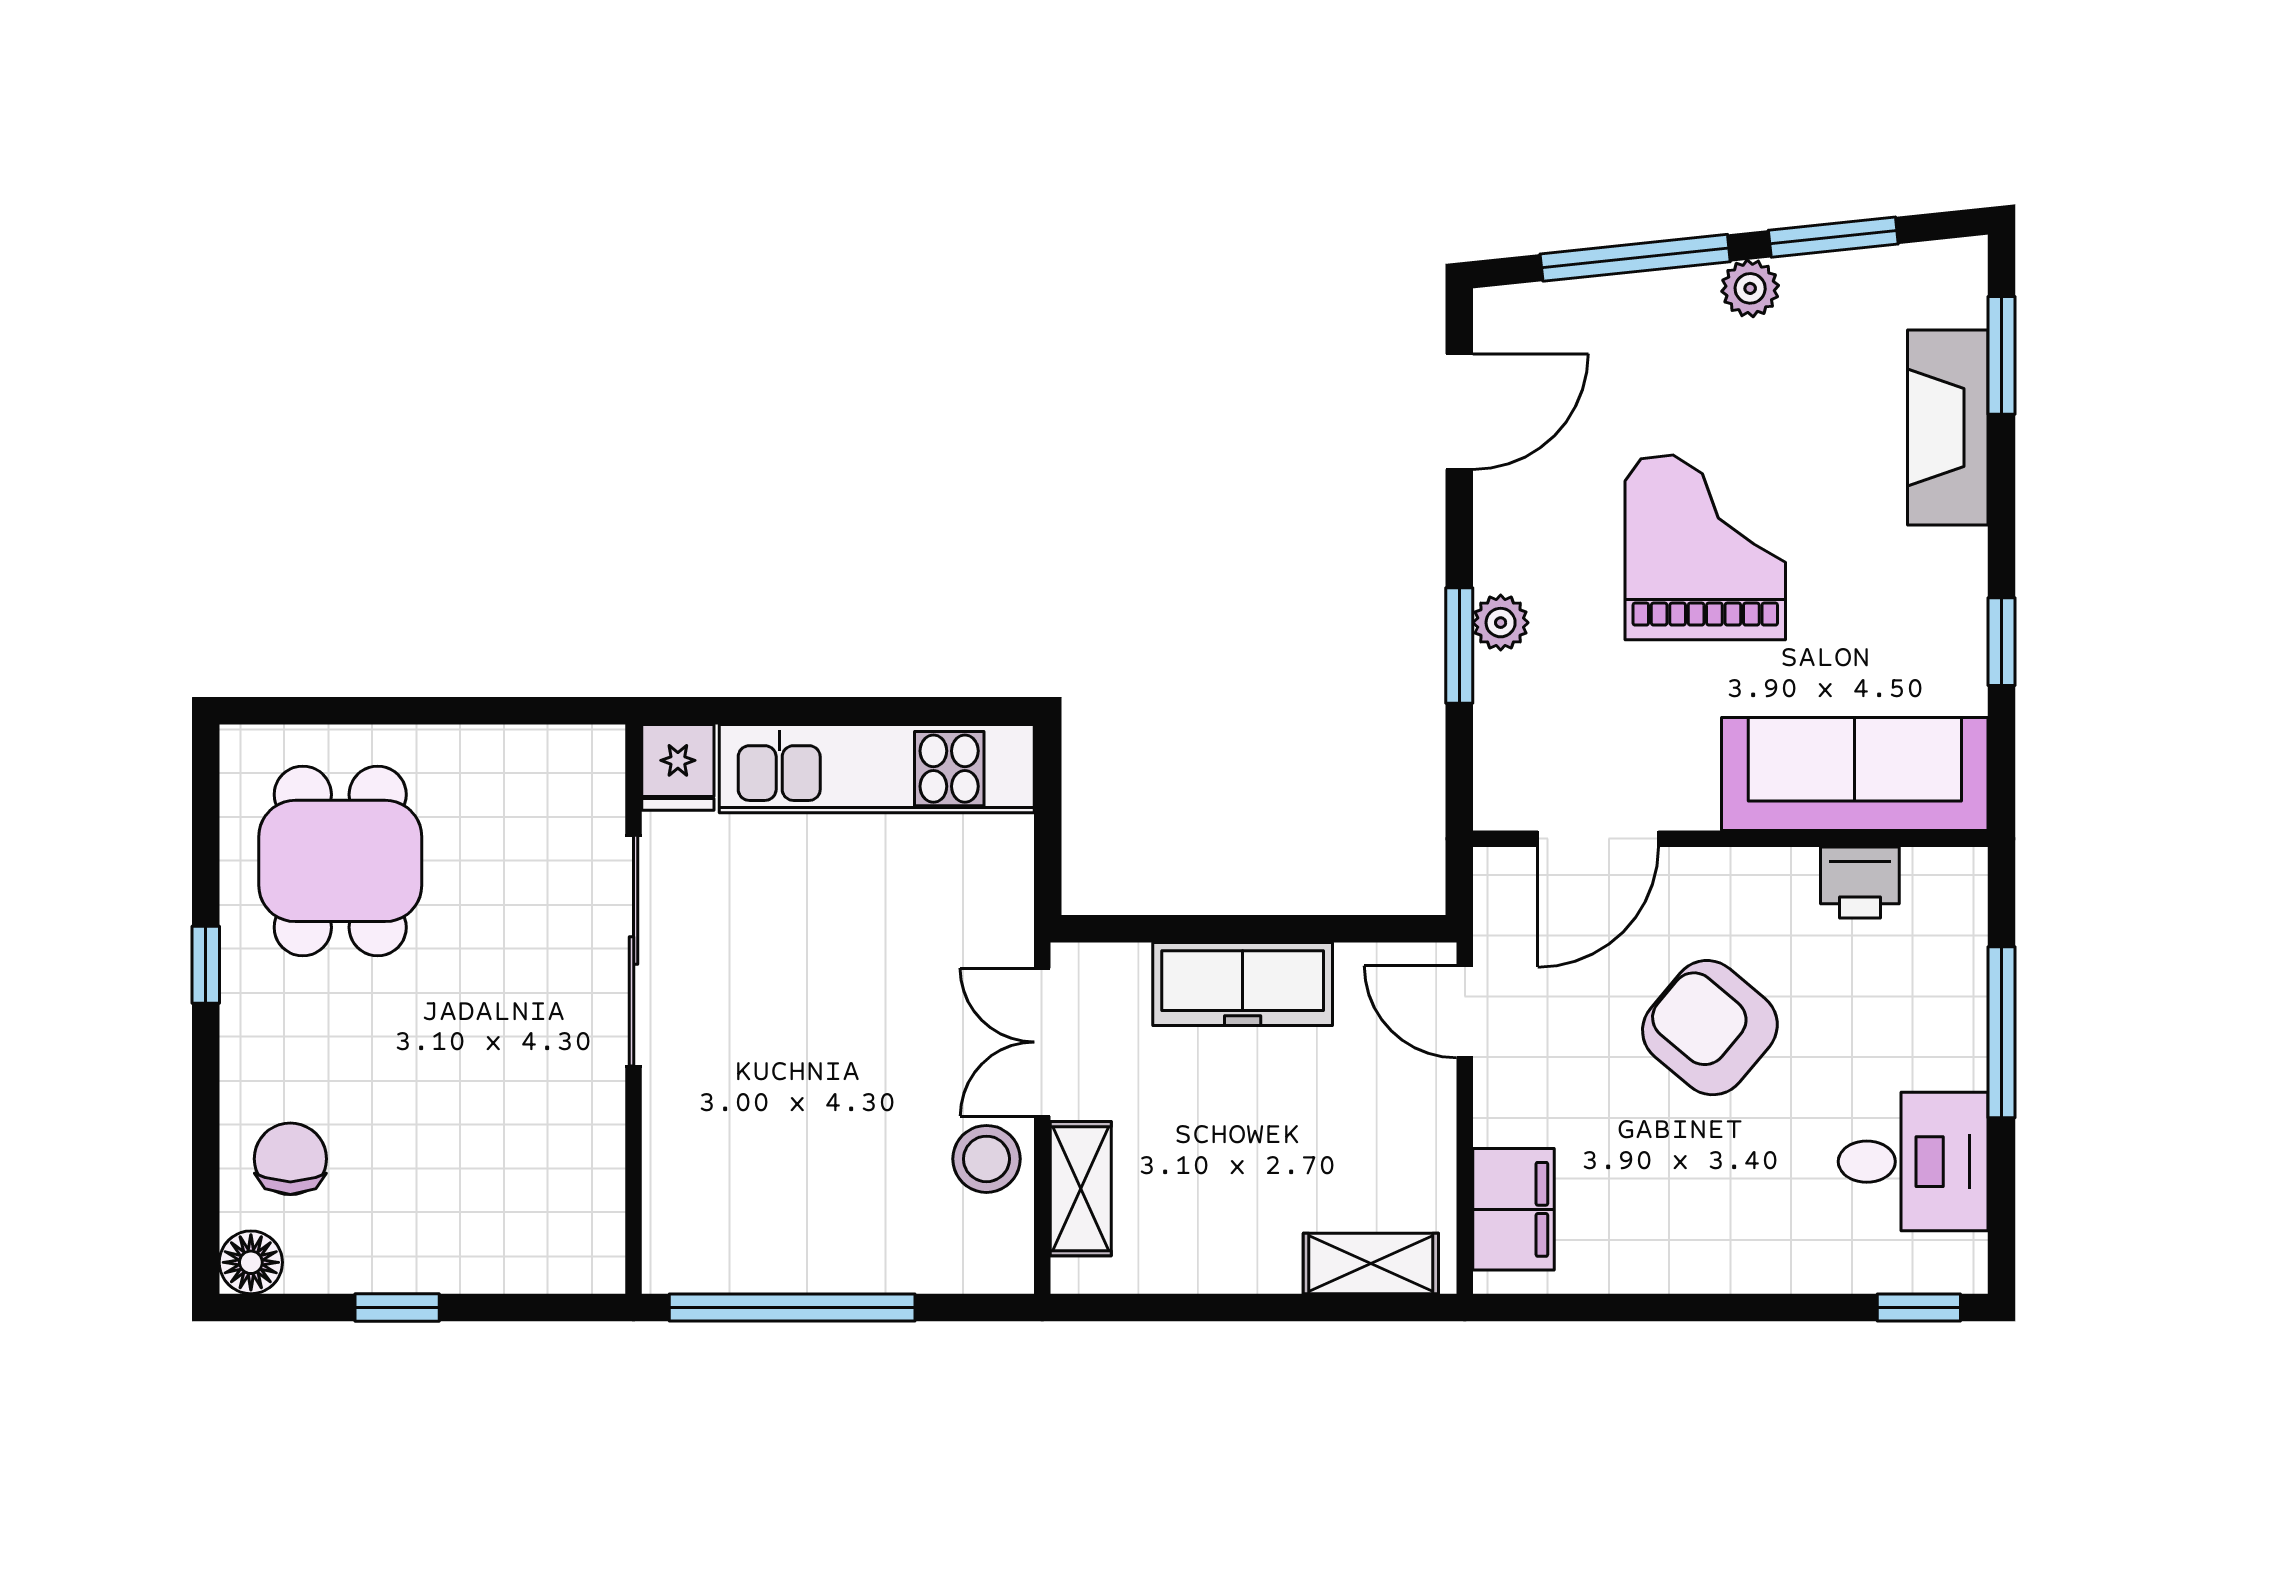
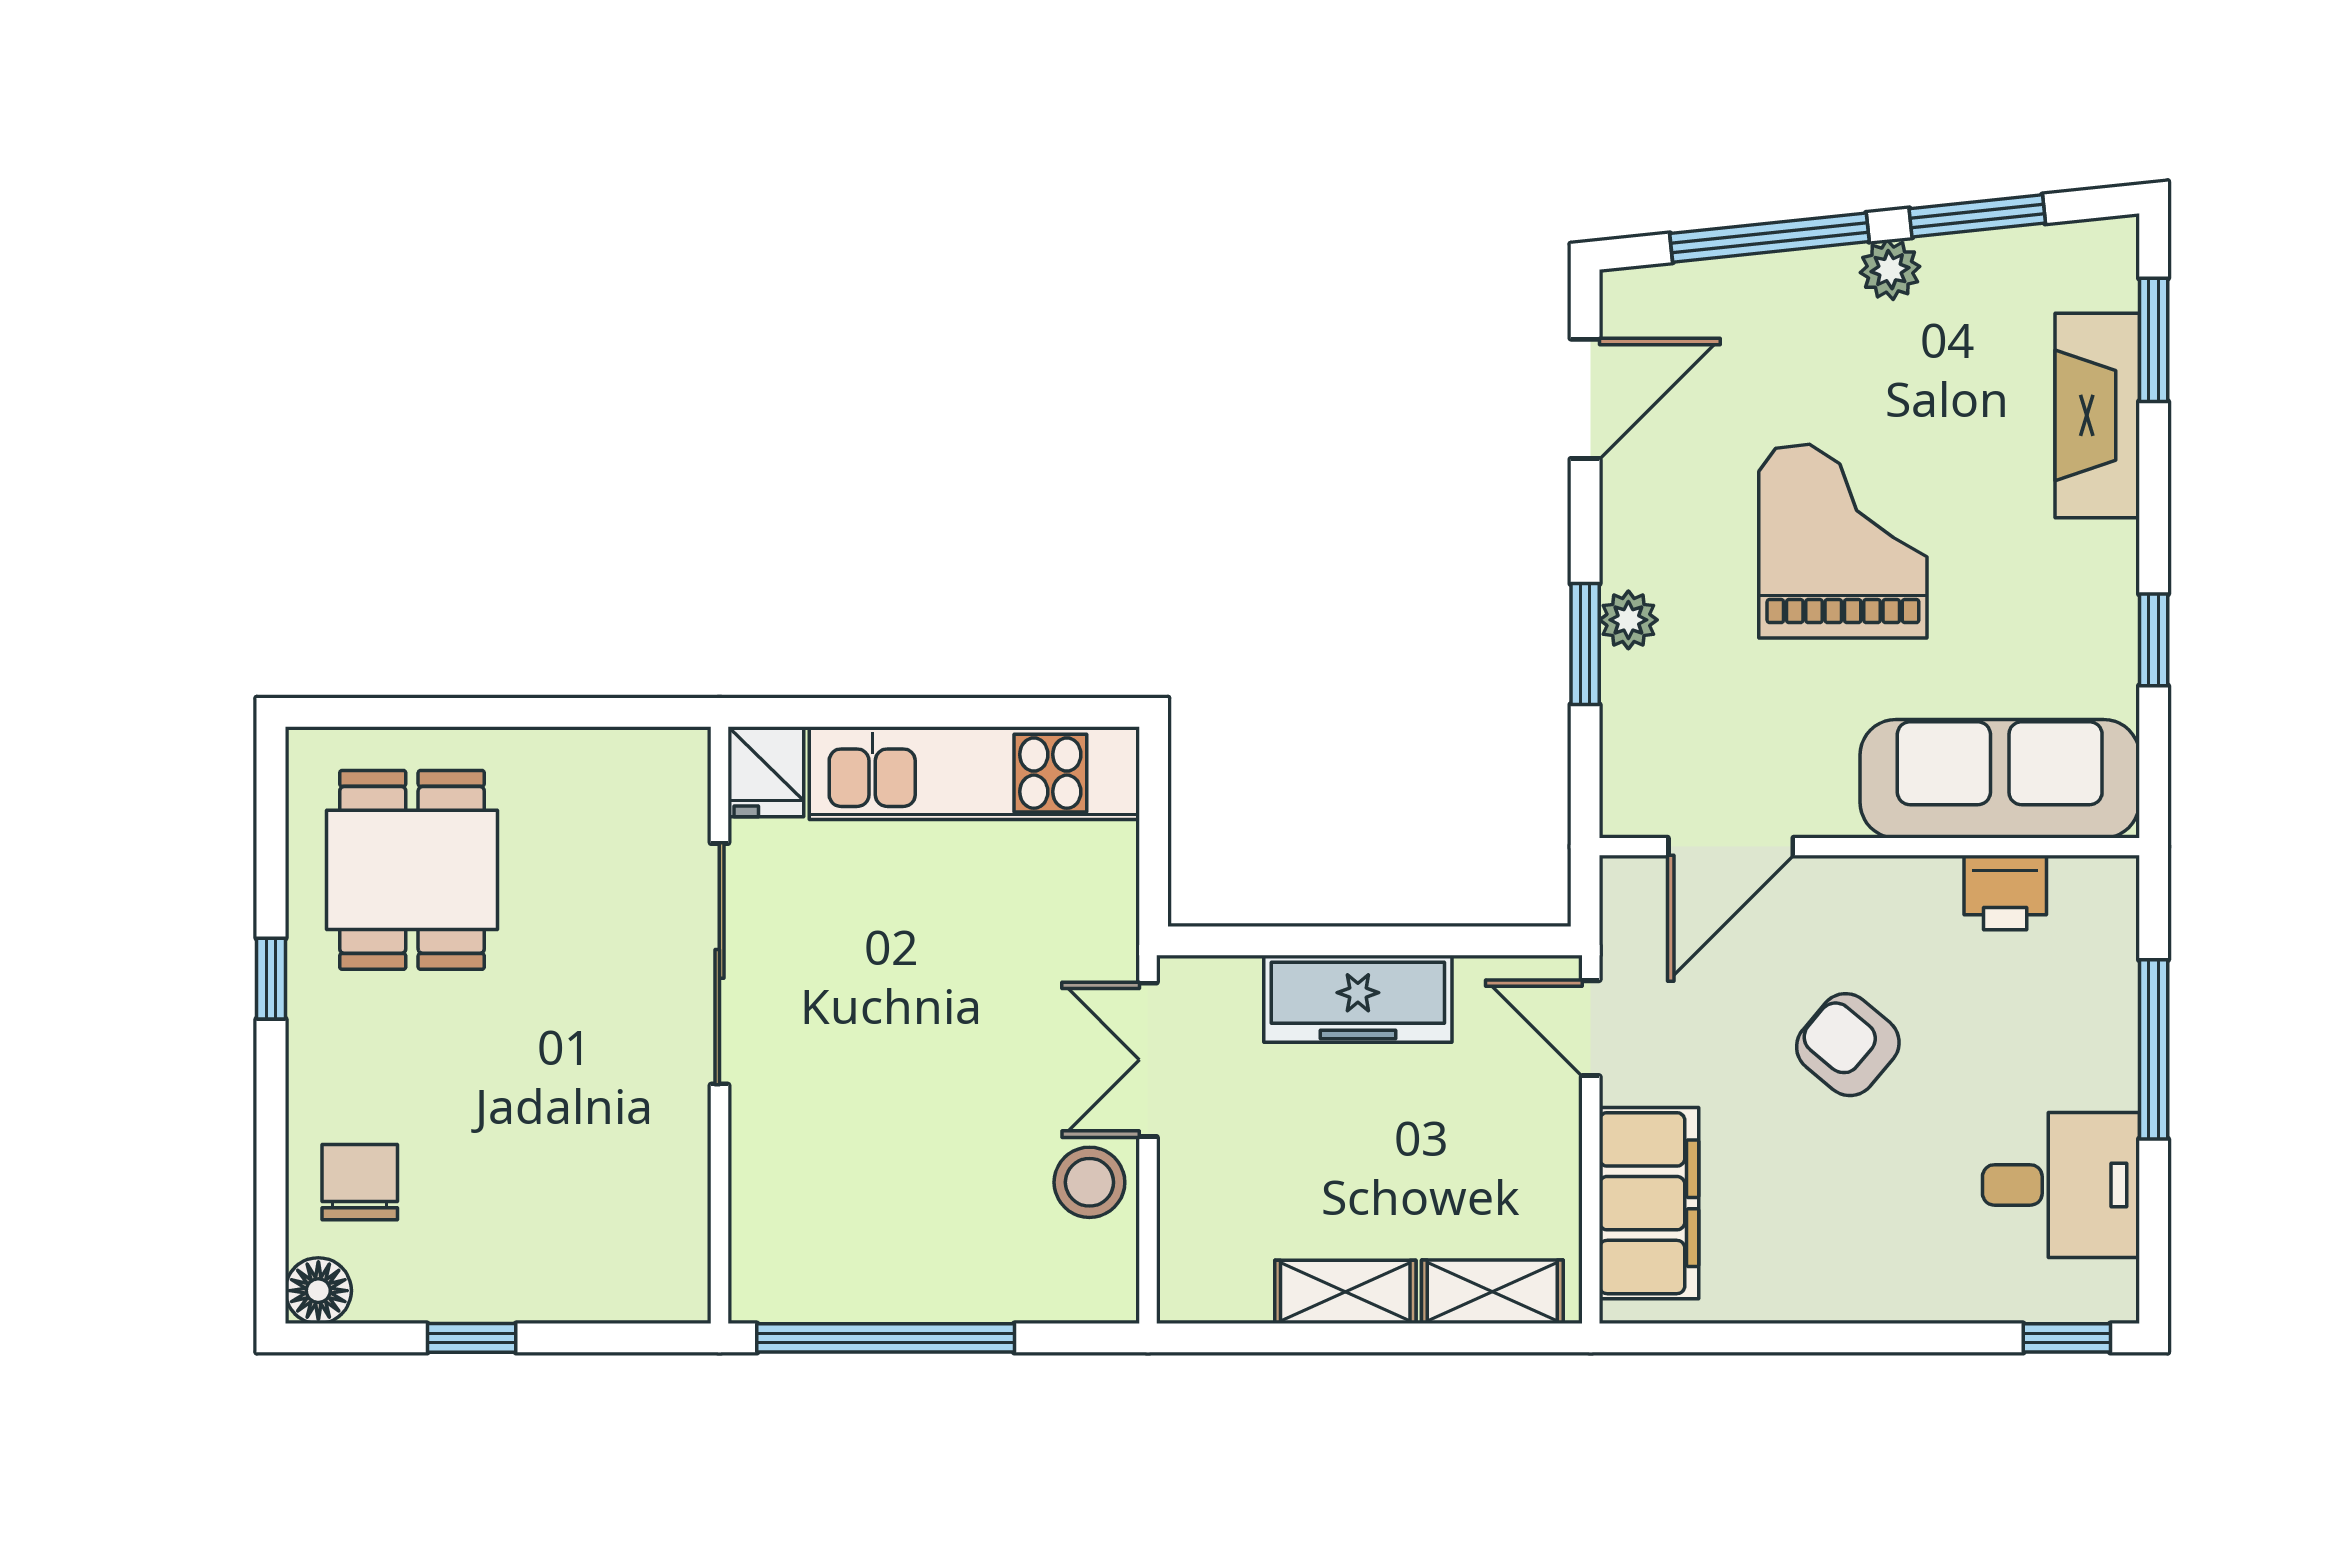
armchair: (1710, 1028) -> (1848, 1045), width x0.72, depth x0.72
shelving: (1081, 1189) -> (1345, 1292), moved, turned 90
filing cabinet: (1513, 1209) -> (1649, 1203), width x1.50, depth x1.17

